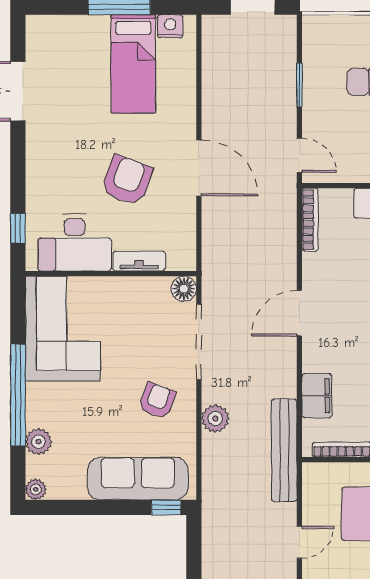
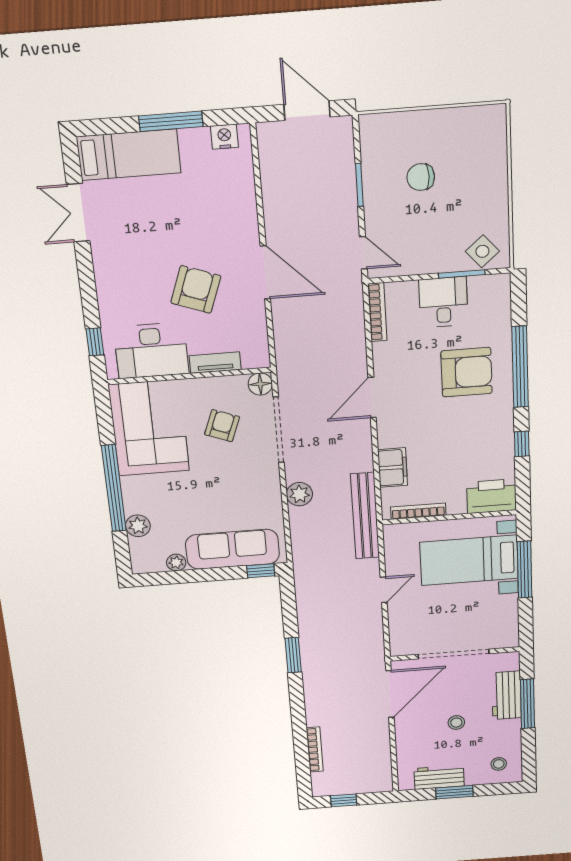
bed: (133, 64) -> (129, 155), moved, turned -90
armchair: (157, 401) -> (222, 426), moved
plant: (36, 489) -> (176, 562), moved

